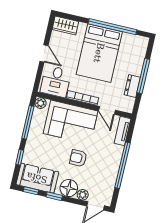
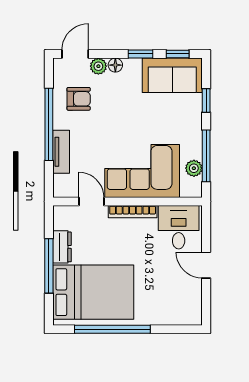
wardrobe: (65, 25) -> (184, 315), removed
bed: (99, 53) -> (93, 292), moved, turned 90
plant: (41, 103) -> (194, 168), moved
tv unit: (122, 131) -> (61, 152), moved
armchair: (78, 158) -> (79, 99), moved
floor lamp: (69, 188) -> (115, 65), width x0.53, depth x0.53

